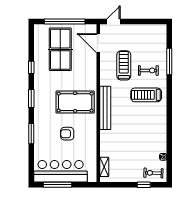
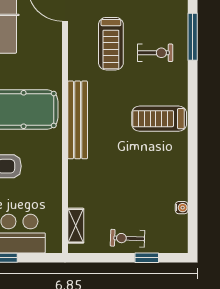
treadmill: (124, 65) -> (111, 44), turned 180
treadmill: (146, 95) -> (159, 119), moved
exercise bike: (153, 173) -> (127, 238), moved

